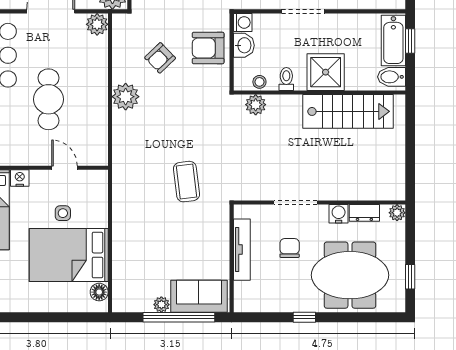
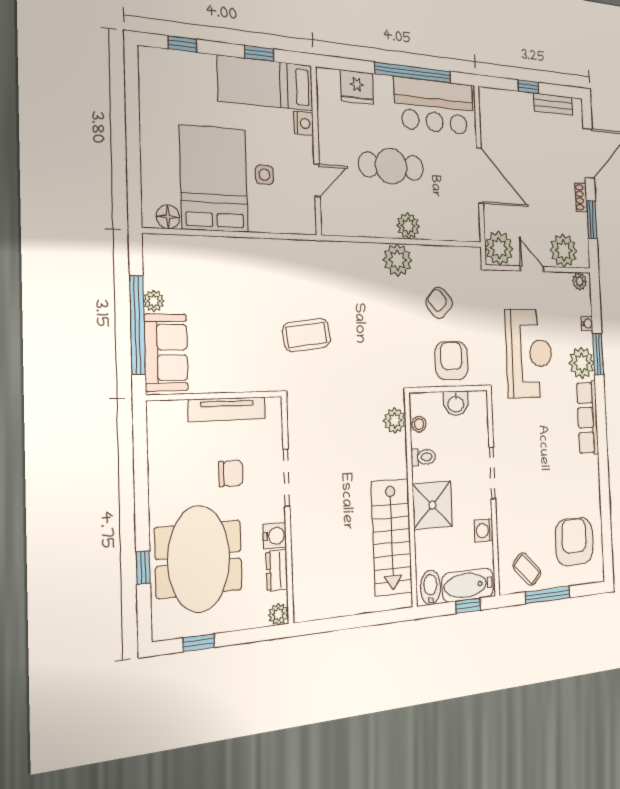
washing machine: (243, 22) -> (484, 531), moved, turned 90
plant: (97, 24) -> (408, 226), moved
window: (304, 317) -> (143, 568), moved

